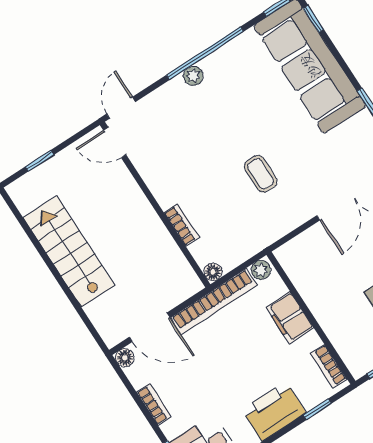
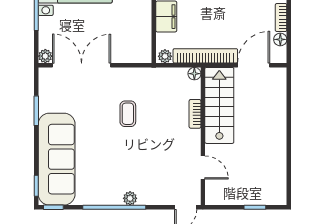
door: (115, 143) -> (203, 168), moved
stairs: (69, 251) -> (219, 105), moved, turned 180
door: (150, 327) -> (254, 65), hinge flipped
floor lamp: (125, 358) -> (280, 39), moved

